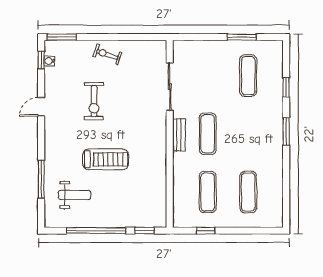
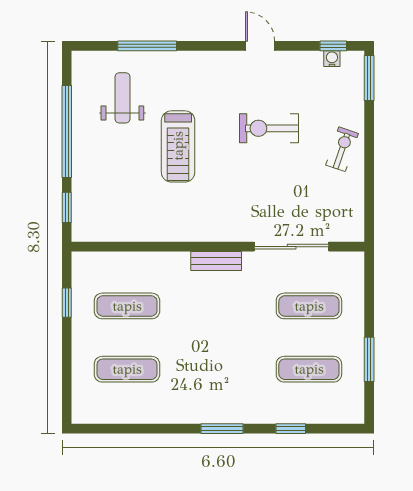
exercise mat: (208, 134) -> (309, 306), moved
weight bench: (74, 195) -> (122, 98), turned 180

